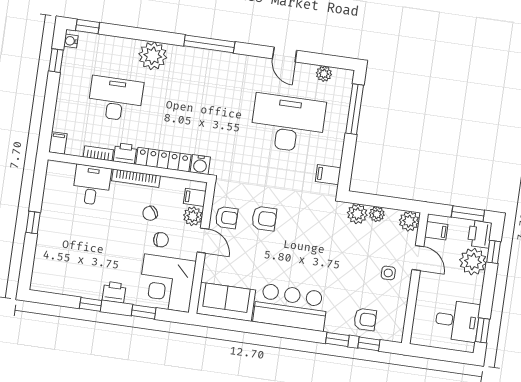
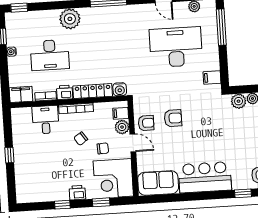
water cooler: (71, 41) -> (12, 52), moved
desk: (115, 99) -> (50, 55), turned 180
filing cabinet: (58, 143) -> (21, 94), width x2.00
chair: (150, 213) -> (81, 139), moved

